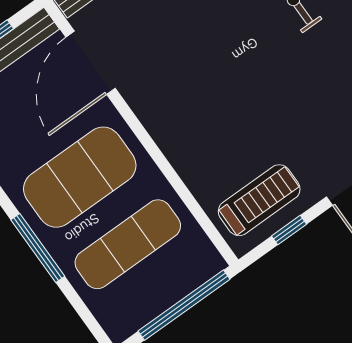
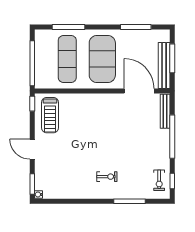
window: (289, 230) -> (32, 104), moved
window: (38, 248) -> (68, 27), moved

